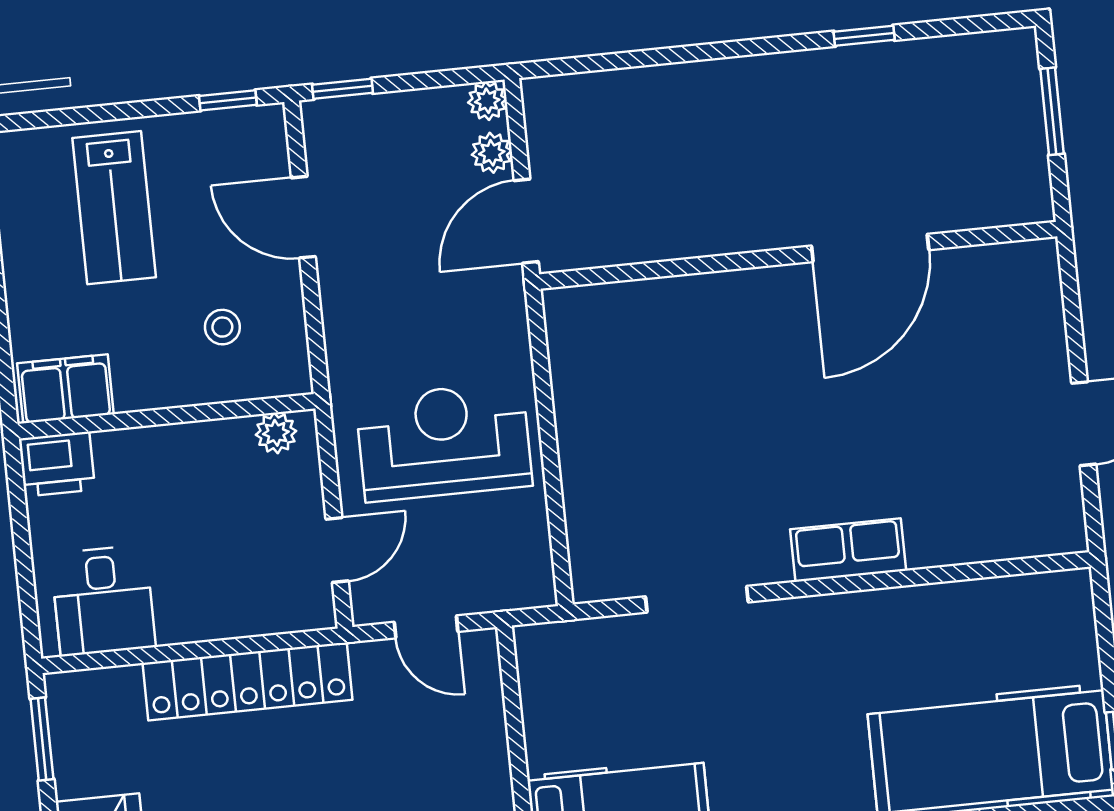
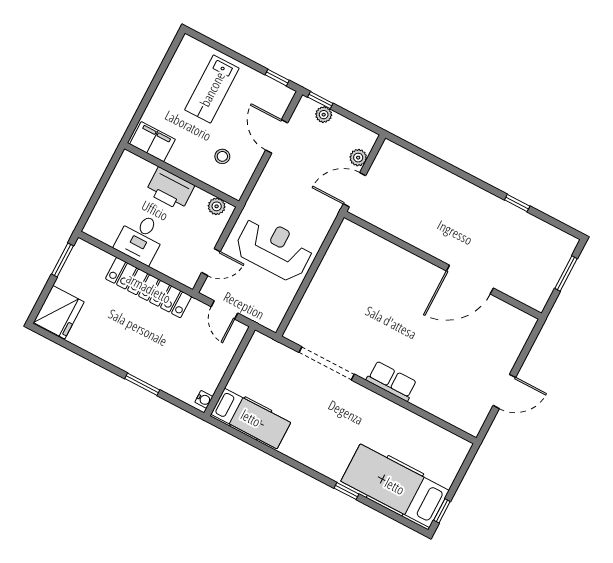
plant: (487, 101) -> (324, 115), moved
printer: (57, 464) -> (170, 189), moved, width x1.37, depth x1.19
doorway: (697, 599) -> (327, 363), width x1.36
desk: (103, 601) -> (141, 238), moved

